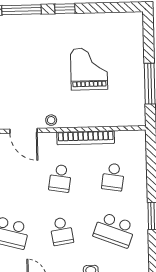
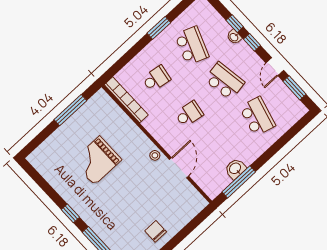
bookcase: (86, 138) -> (126, 100), moved
school desk: (62, 231) -> (225, 81), width x1.85

